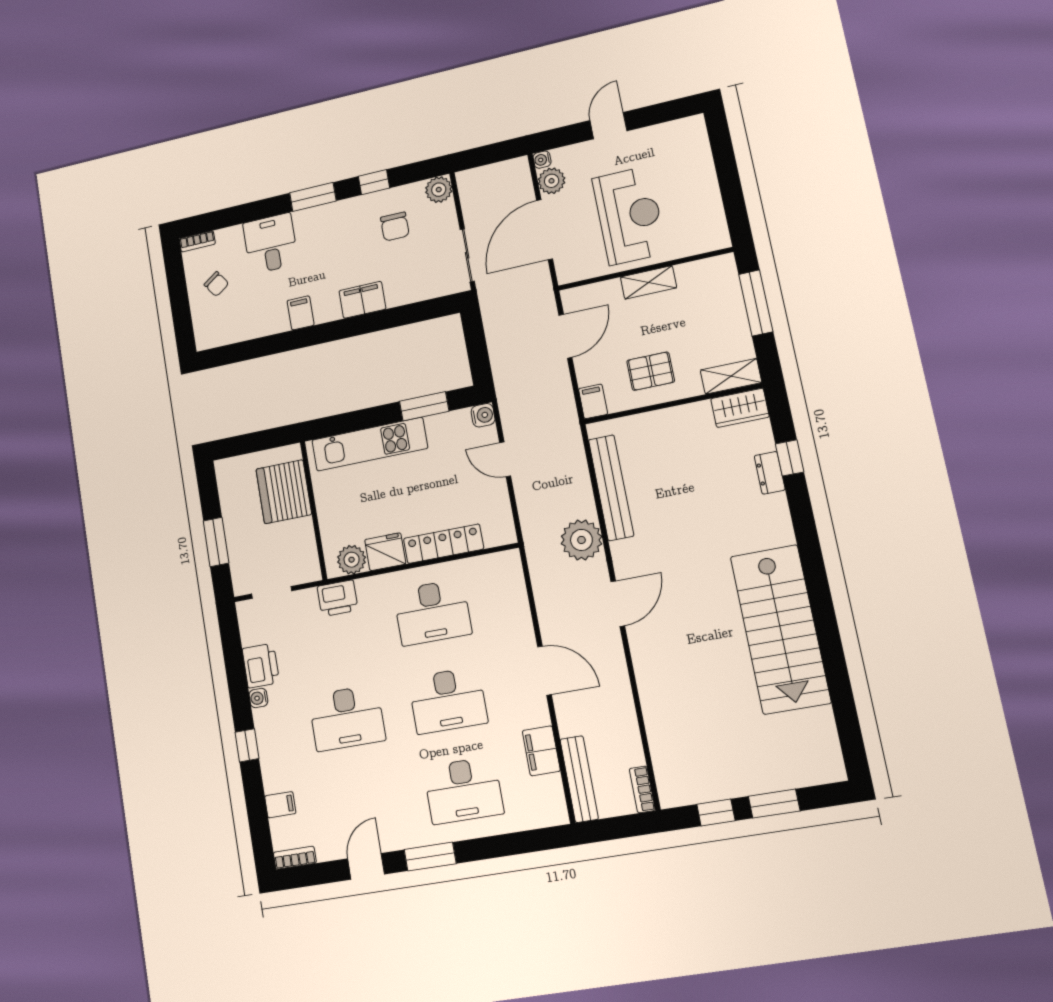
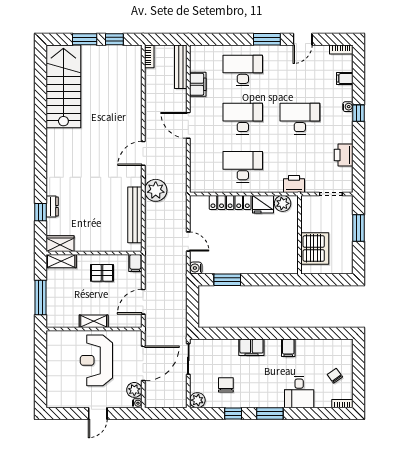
kitchen unit: (370, 444) -> (261, 265), removed
stairs: (780, 629) -> (63, 86), moved
water cooler: (258, 698) -> (348, 107), moved

